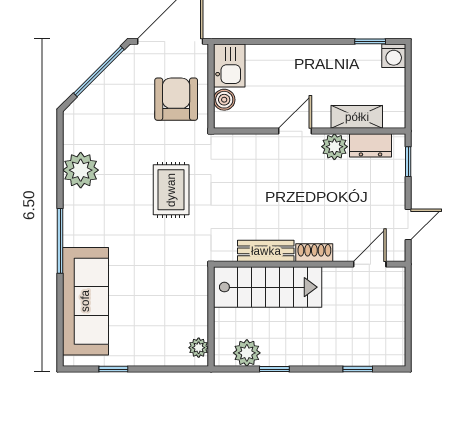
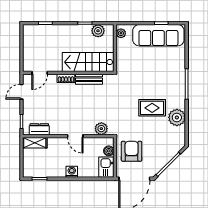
washing machine: (394, 56) -> (72, 172), moved
armchair: (176, 99) -> (132, 151), turned 180
shelving: (357, 117) -> (35, 143), moved
door: (295, 131) -> (75, 136), hinge flipped
plant: (334, 147) -> (101, 129), moved
rug: (171, 190) -> (152, 108), moved, turned 90
sofa: (85, 301) -> (158, 35), moved, turned -90

